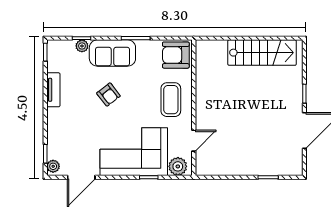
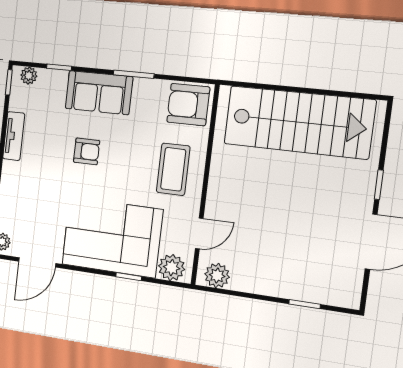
plant: (82, 46) -> (29, 76), moved
stairs: (262, 53) -> (299, 122), width x1.36, depth x1.51
armchair: (108, 95) -> (87, 151), turned -52
plant: (209, 167) -> (217, 276), added

